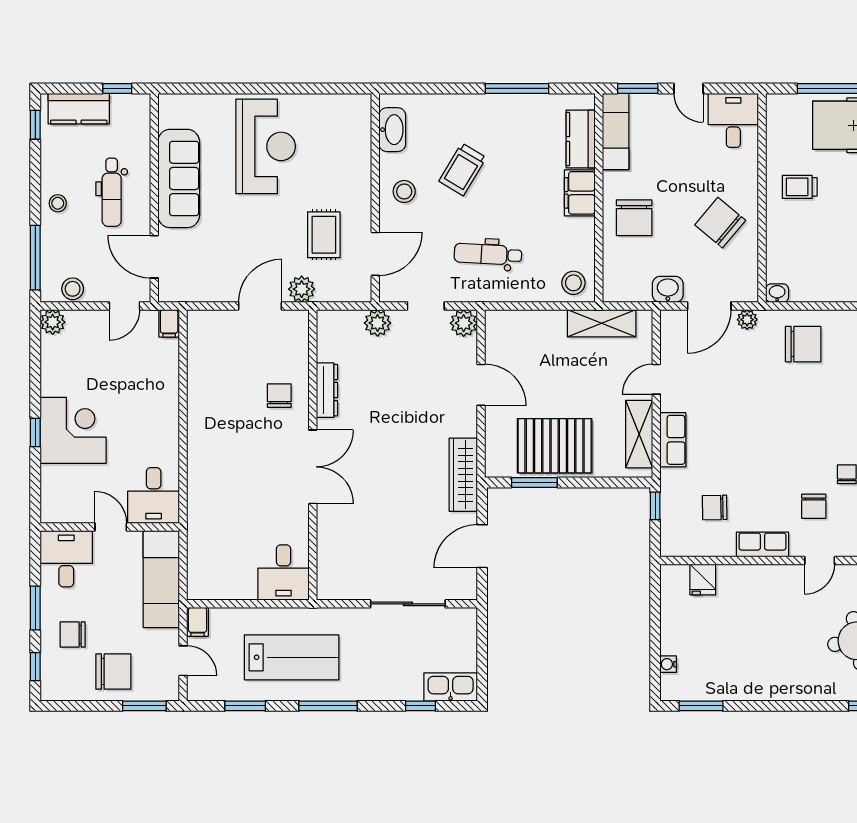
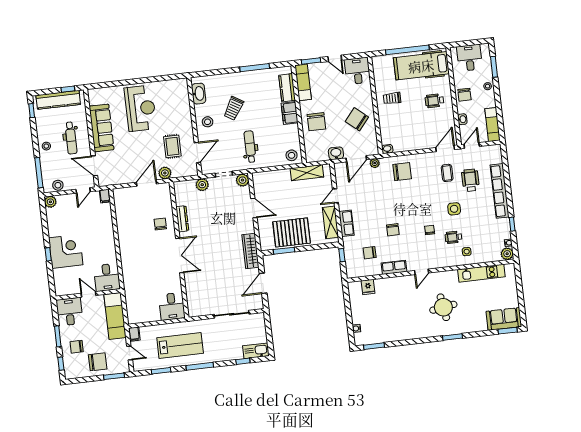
kitchen counter: (79, 109) -> (58, 100), width x1.50
dental chair: (488, 254) -> (250, 147), turned 87
chair: (814, 506) -> (393, 230), moved

